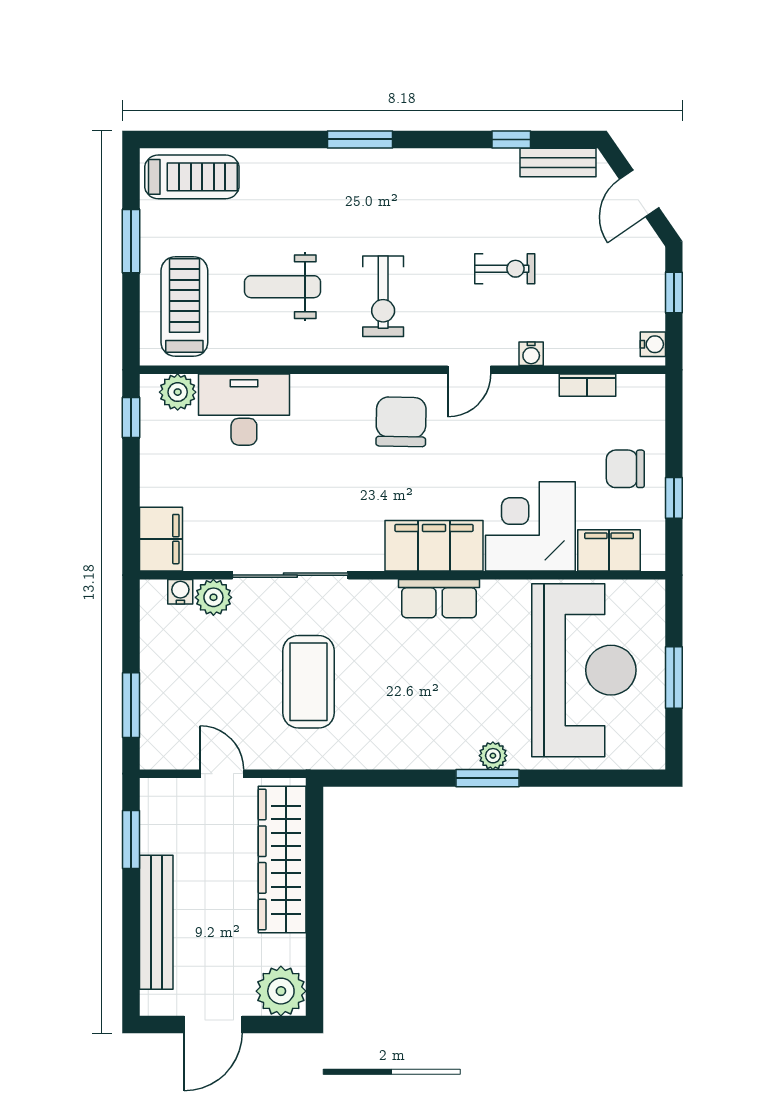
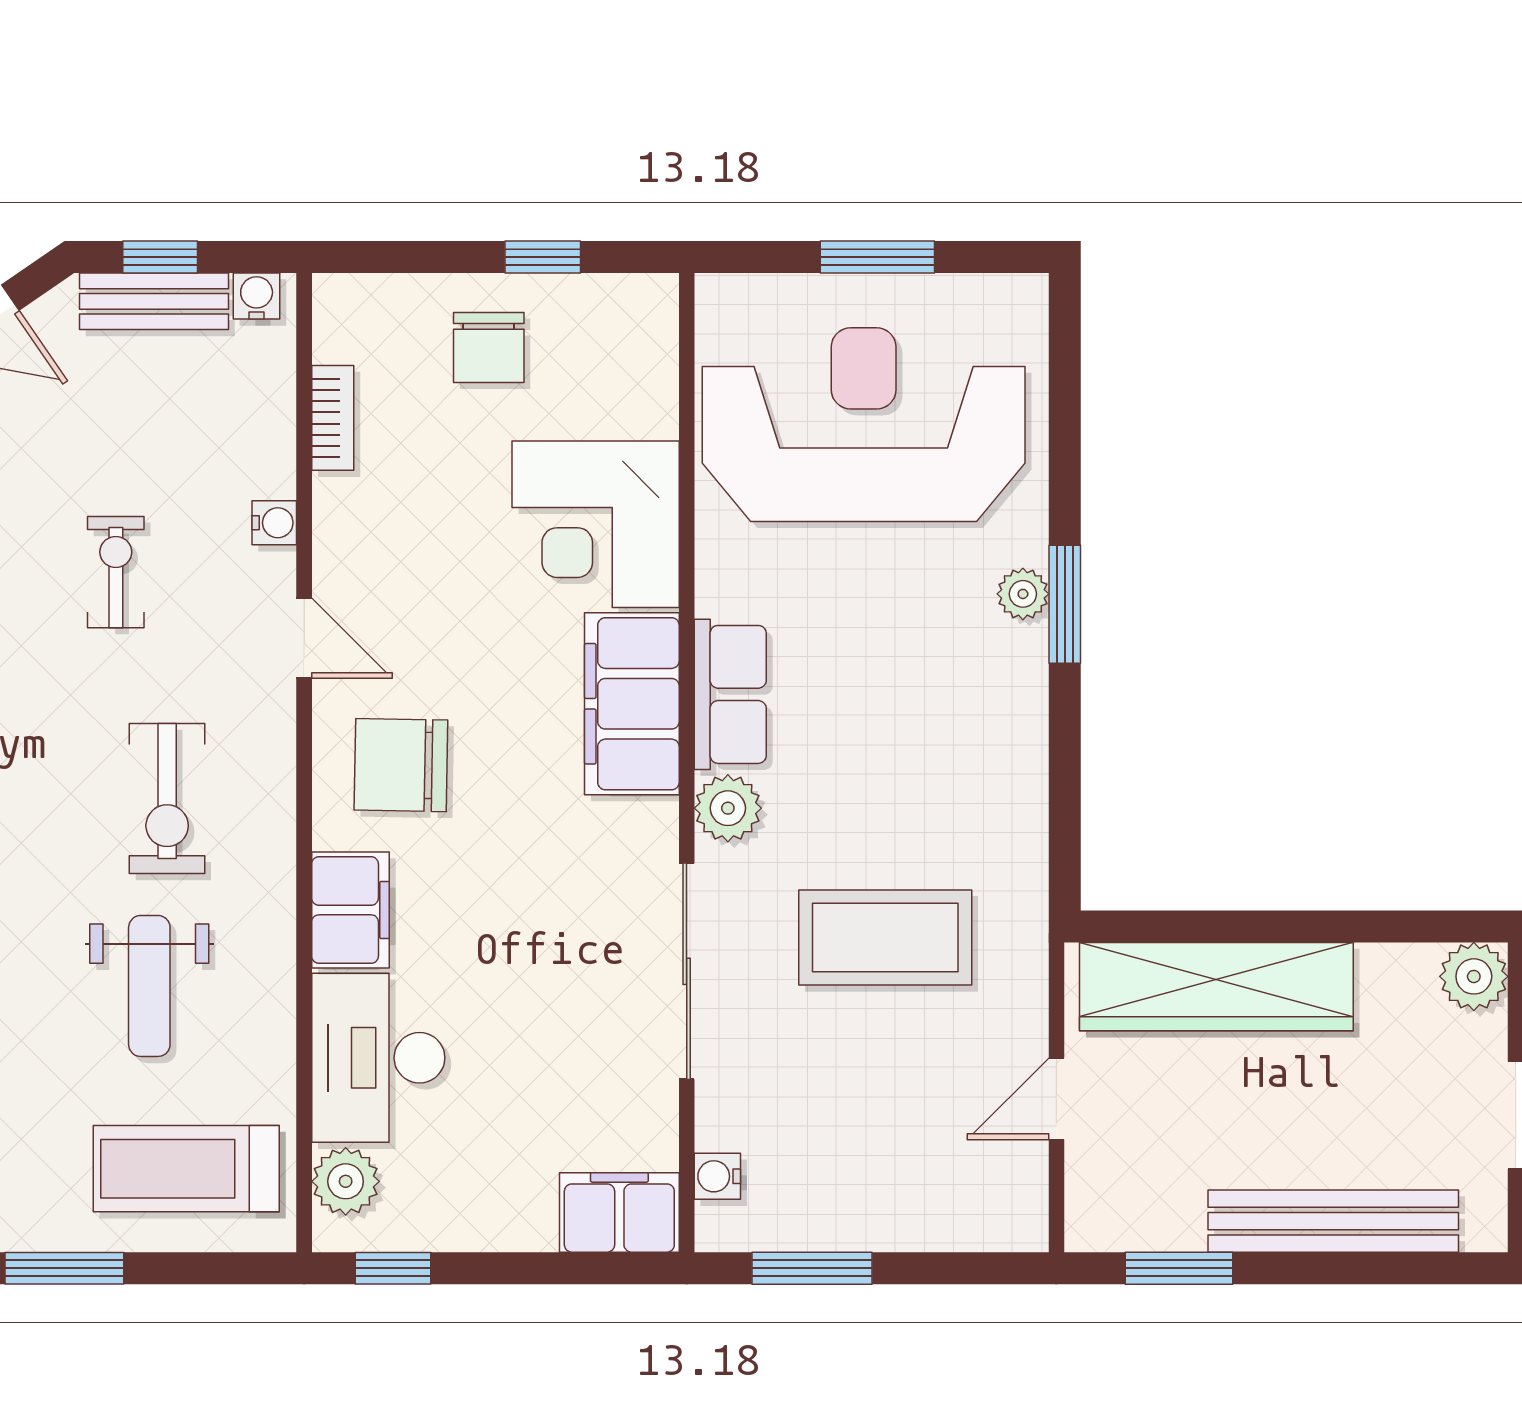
bench: (650, 289) -> (154, 301), added
exercise bike: (383, 296) -> (167, 799), turned 90
filing cabinet: (609, 550) -> (350, 910), moved, turned 180
plant: (213, 597) -> (728, 808), moved
window: (131, 705) -> (812, 1268), moved
plant: (281, 991) -> (1474, 976), width x0.73, depth x0.73

